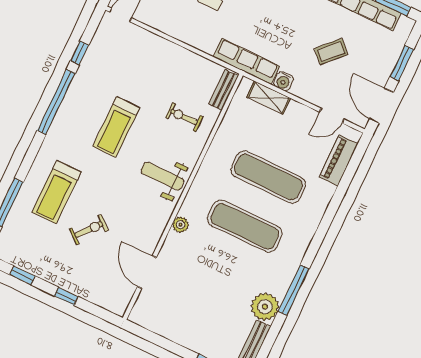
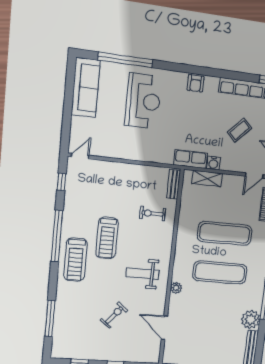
window: (80, 53) -> (61, 182), moved
row of seats: (246, 61) -> (190, 159), width x0.68
weight bench: (162, 176) -> (143, 274), moved
treadmill: (56, 192) -> (75, 260), moved

